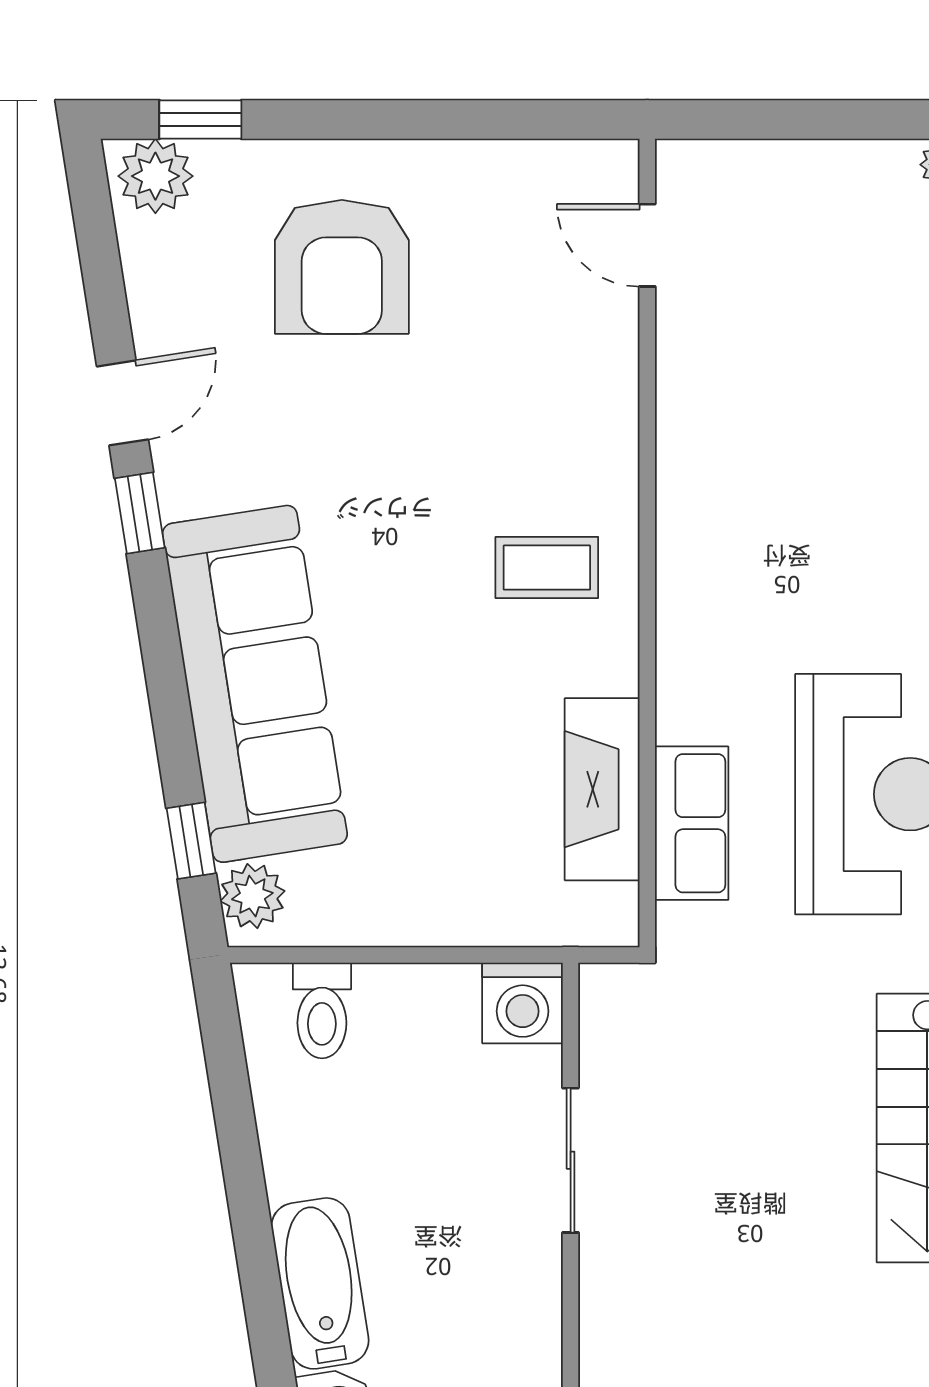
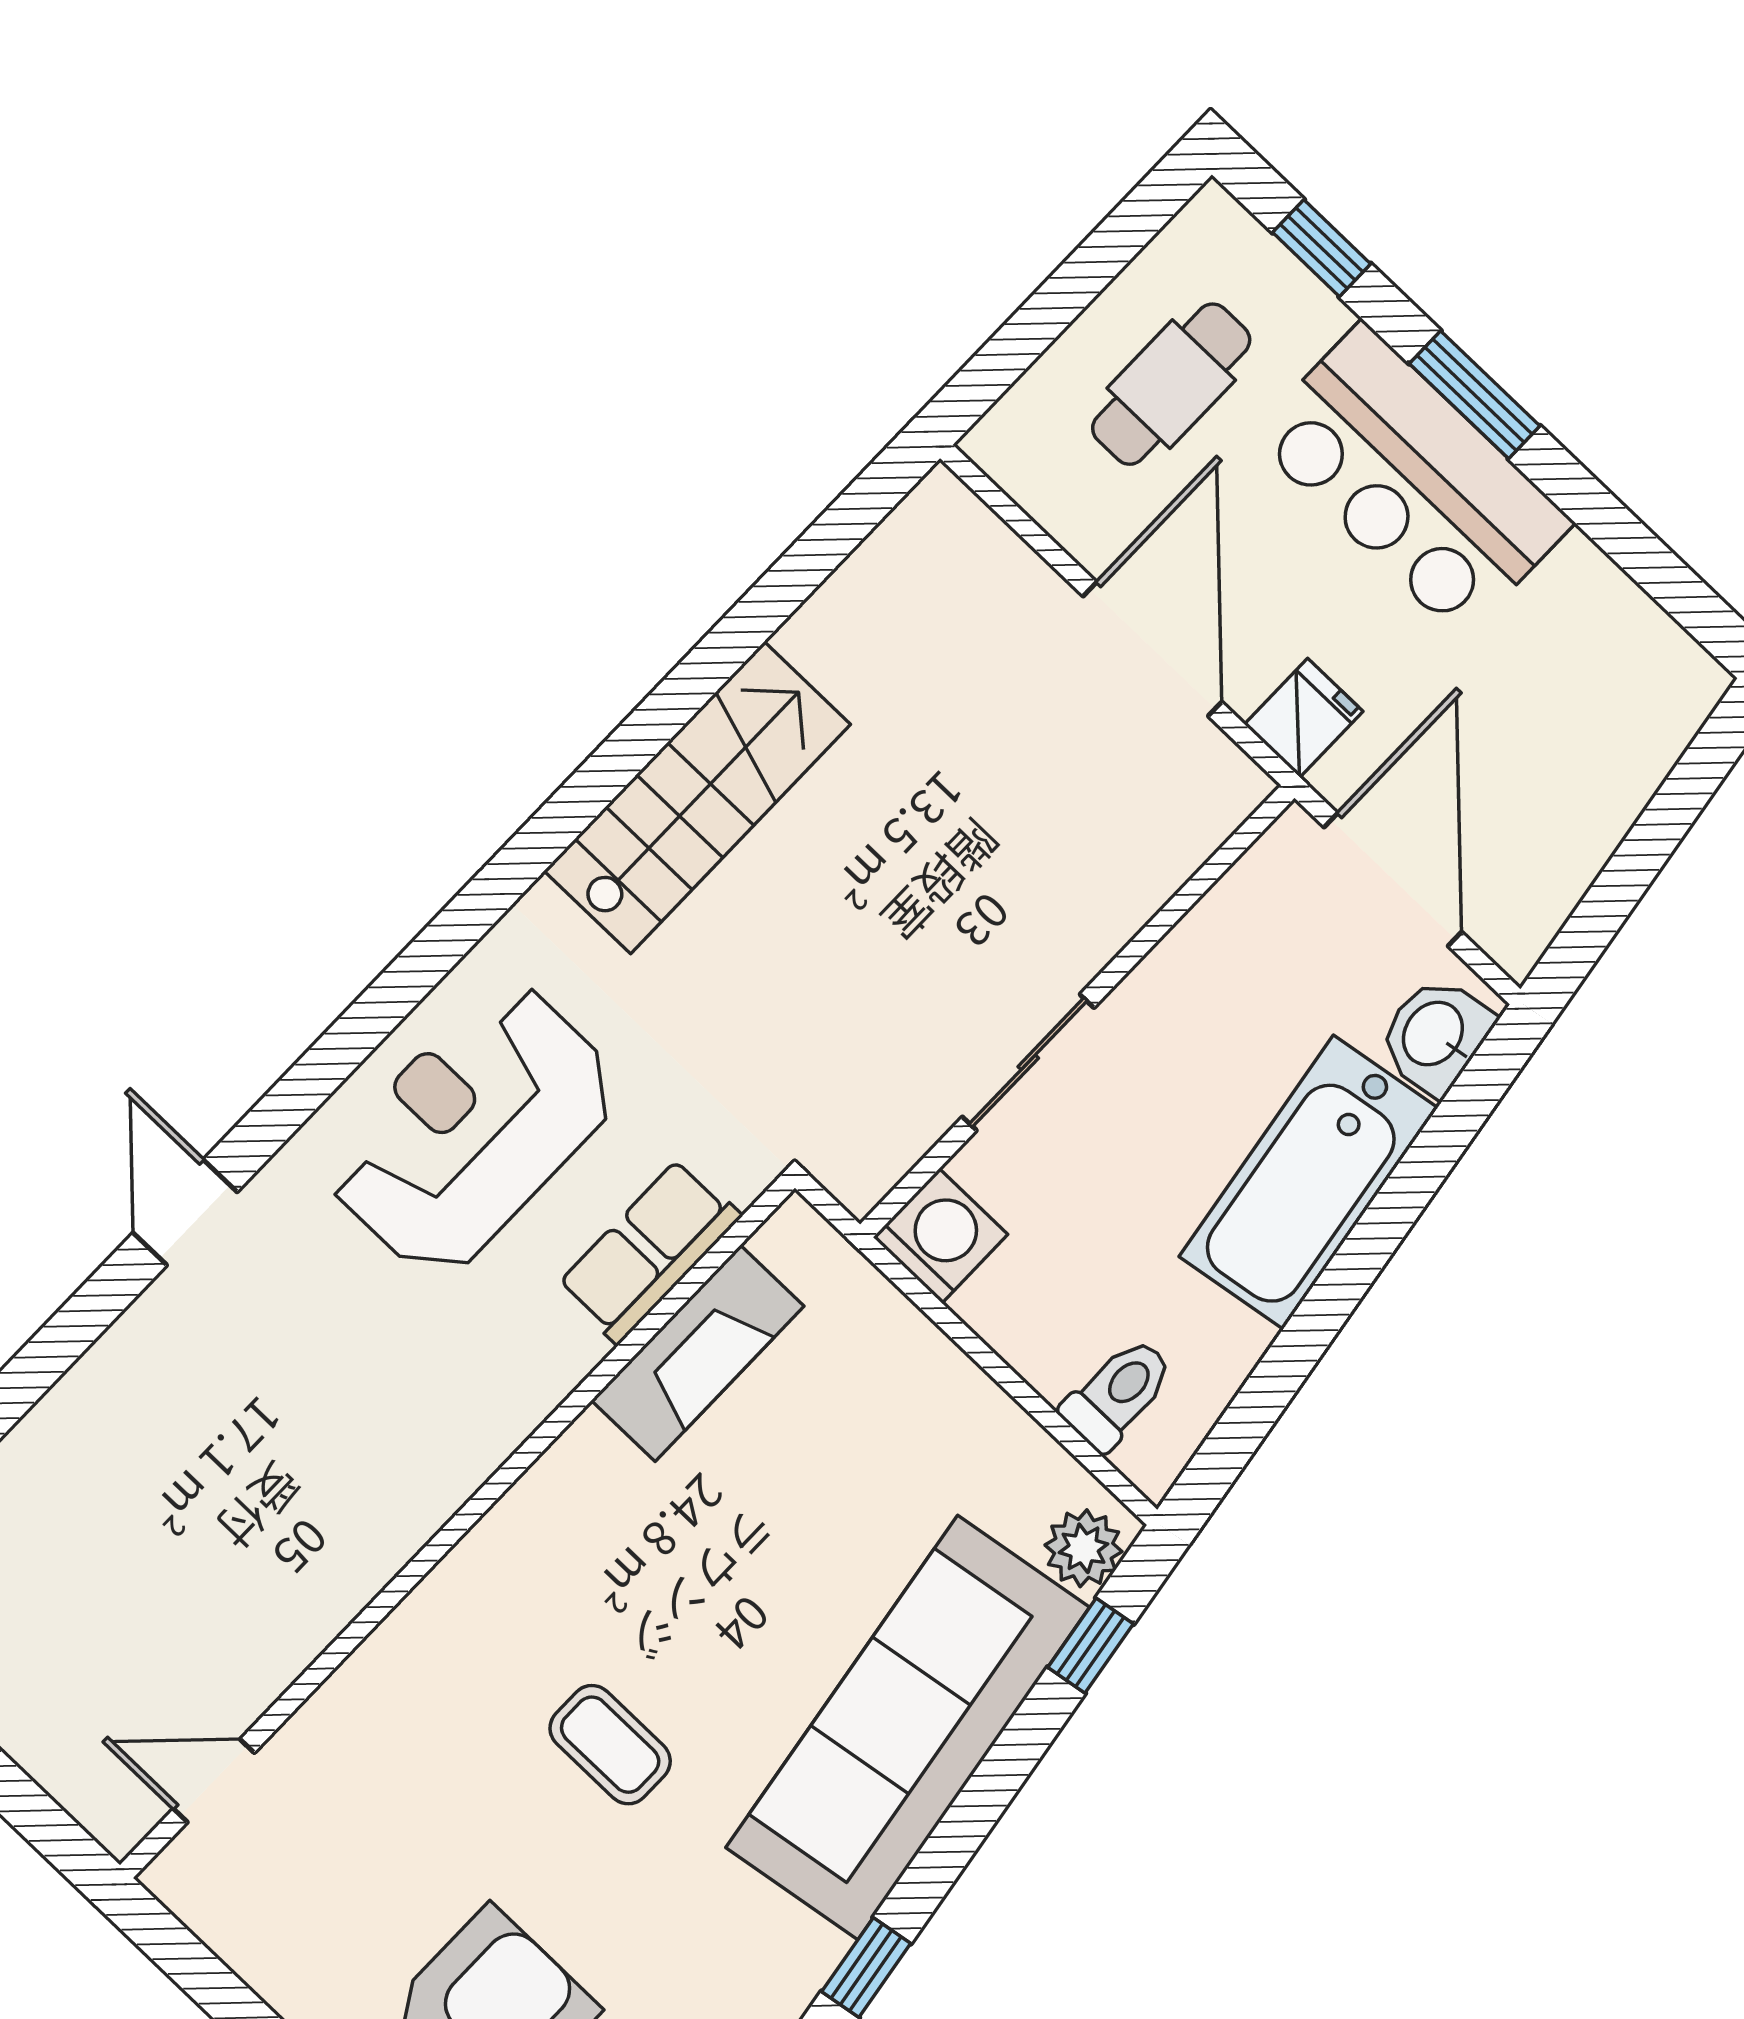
door: (647, 245) -> (214, 1781), swing flipped
coffee table: (547, 568) -> (610, 1745), moved
bathtub: (320, 1283) -> (1308, 1182), width x1.36, depth x1.36

